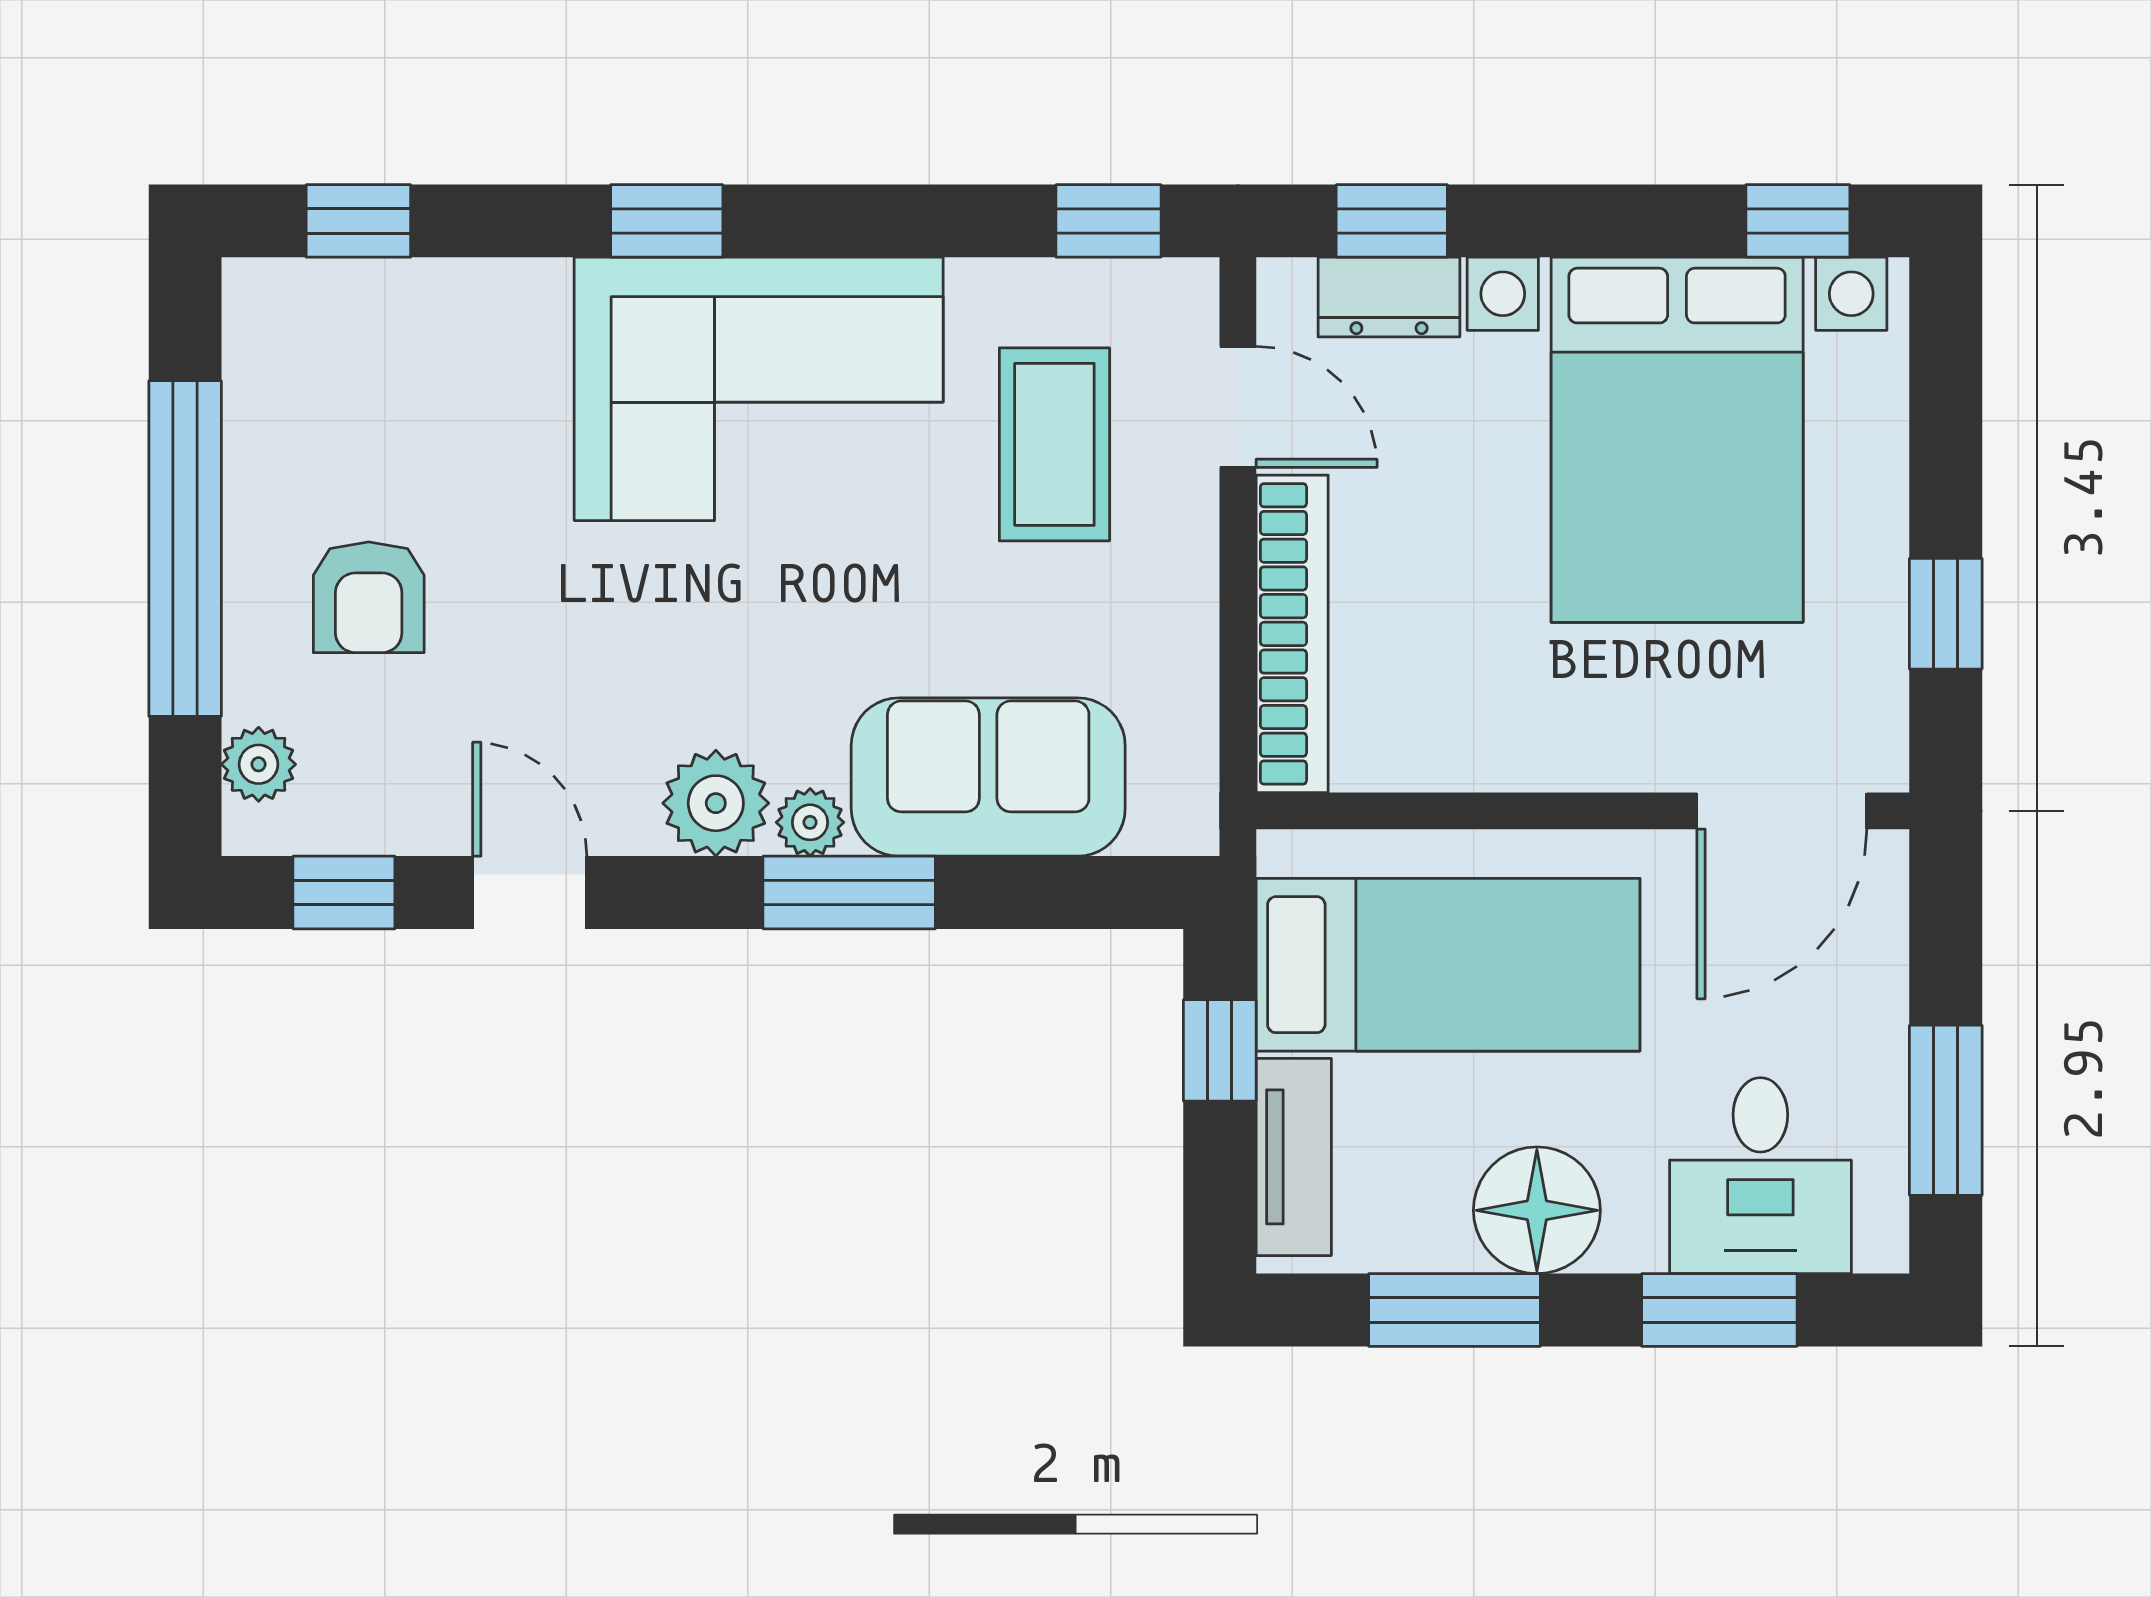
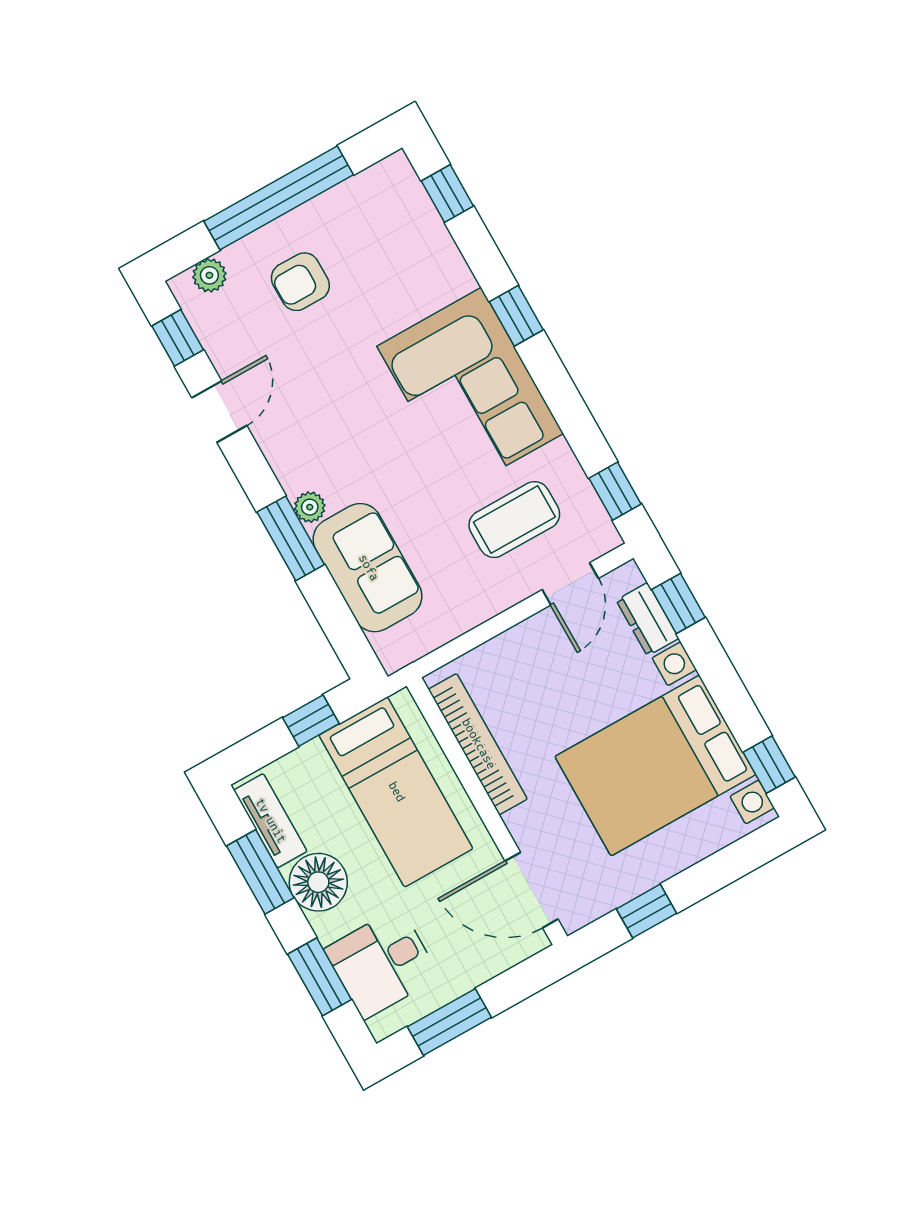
bookcase: (1292, 634) -> (478, 744), moved, turned -90
plant: (716, 803) -> (296, 465), removed
tv unit: (1294, 1157) -> (270, 821), moved, turned -90

